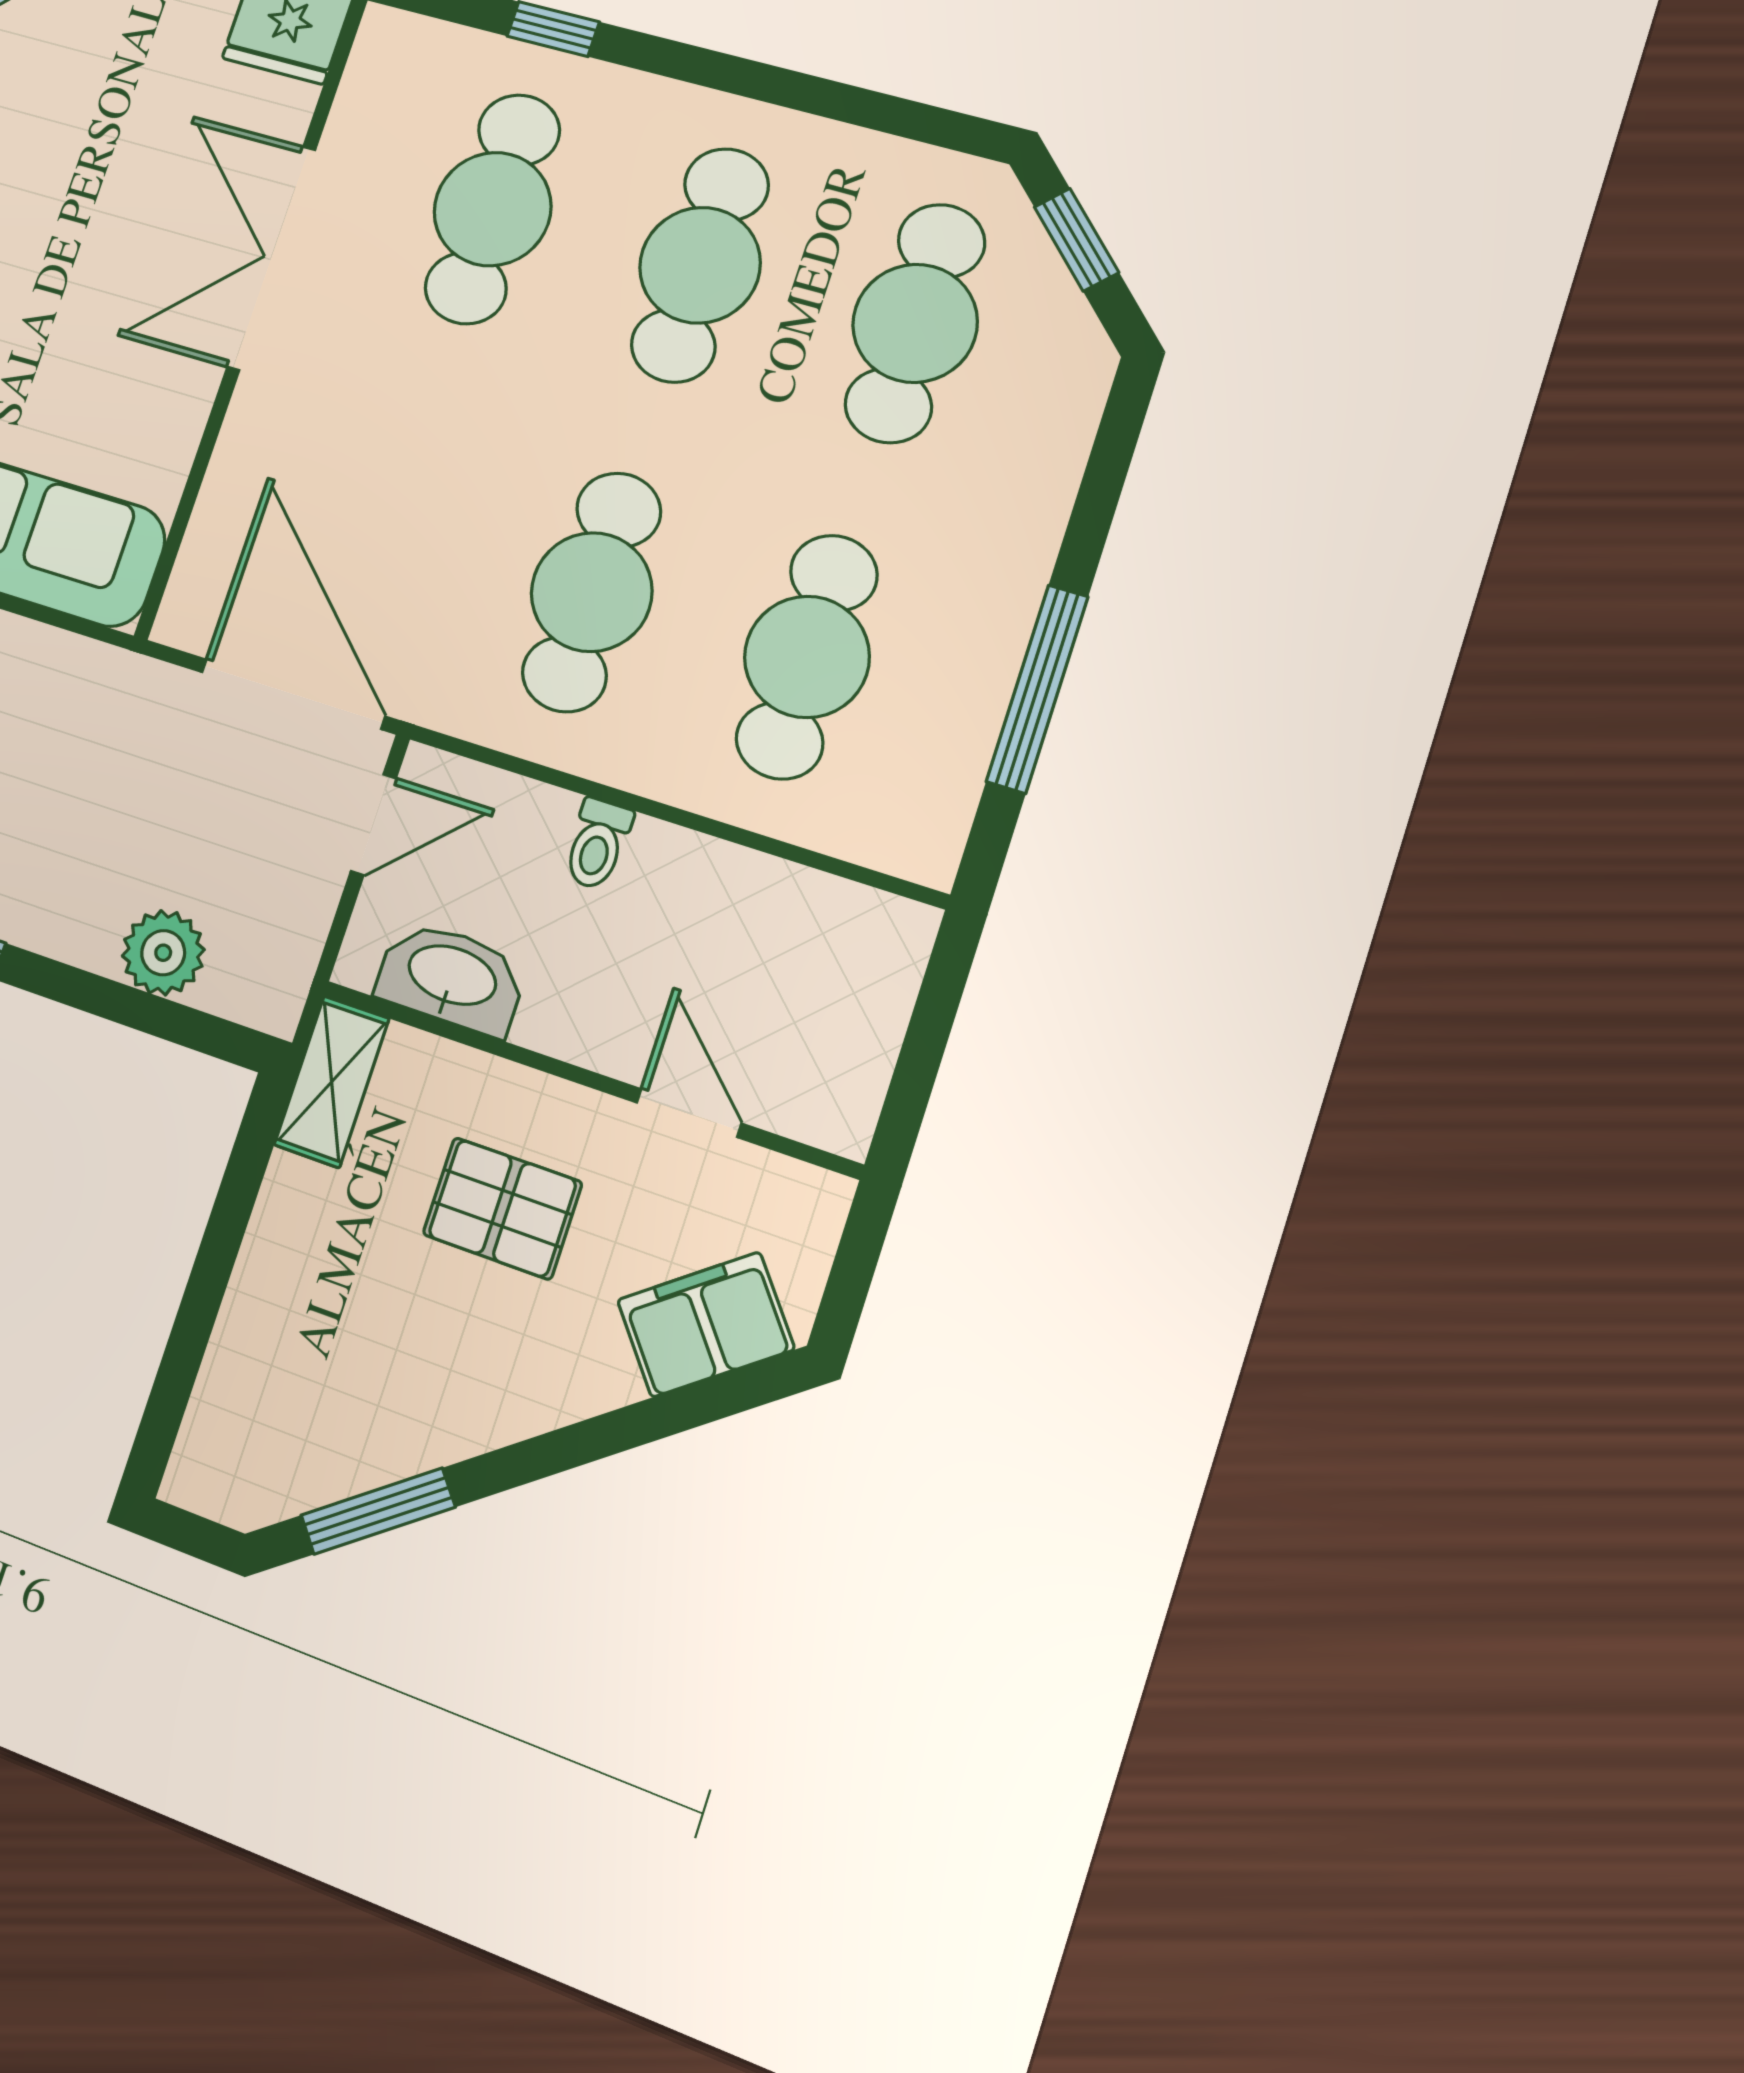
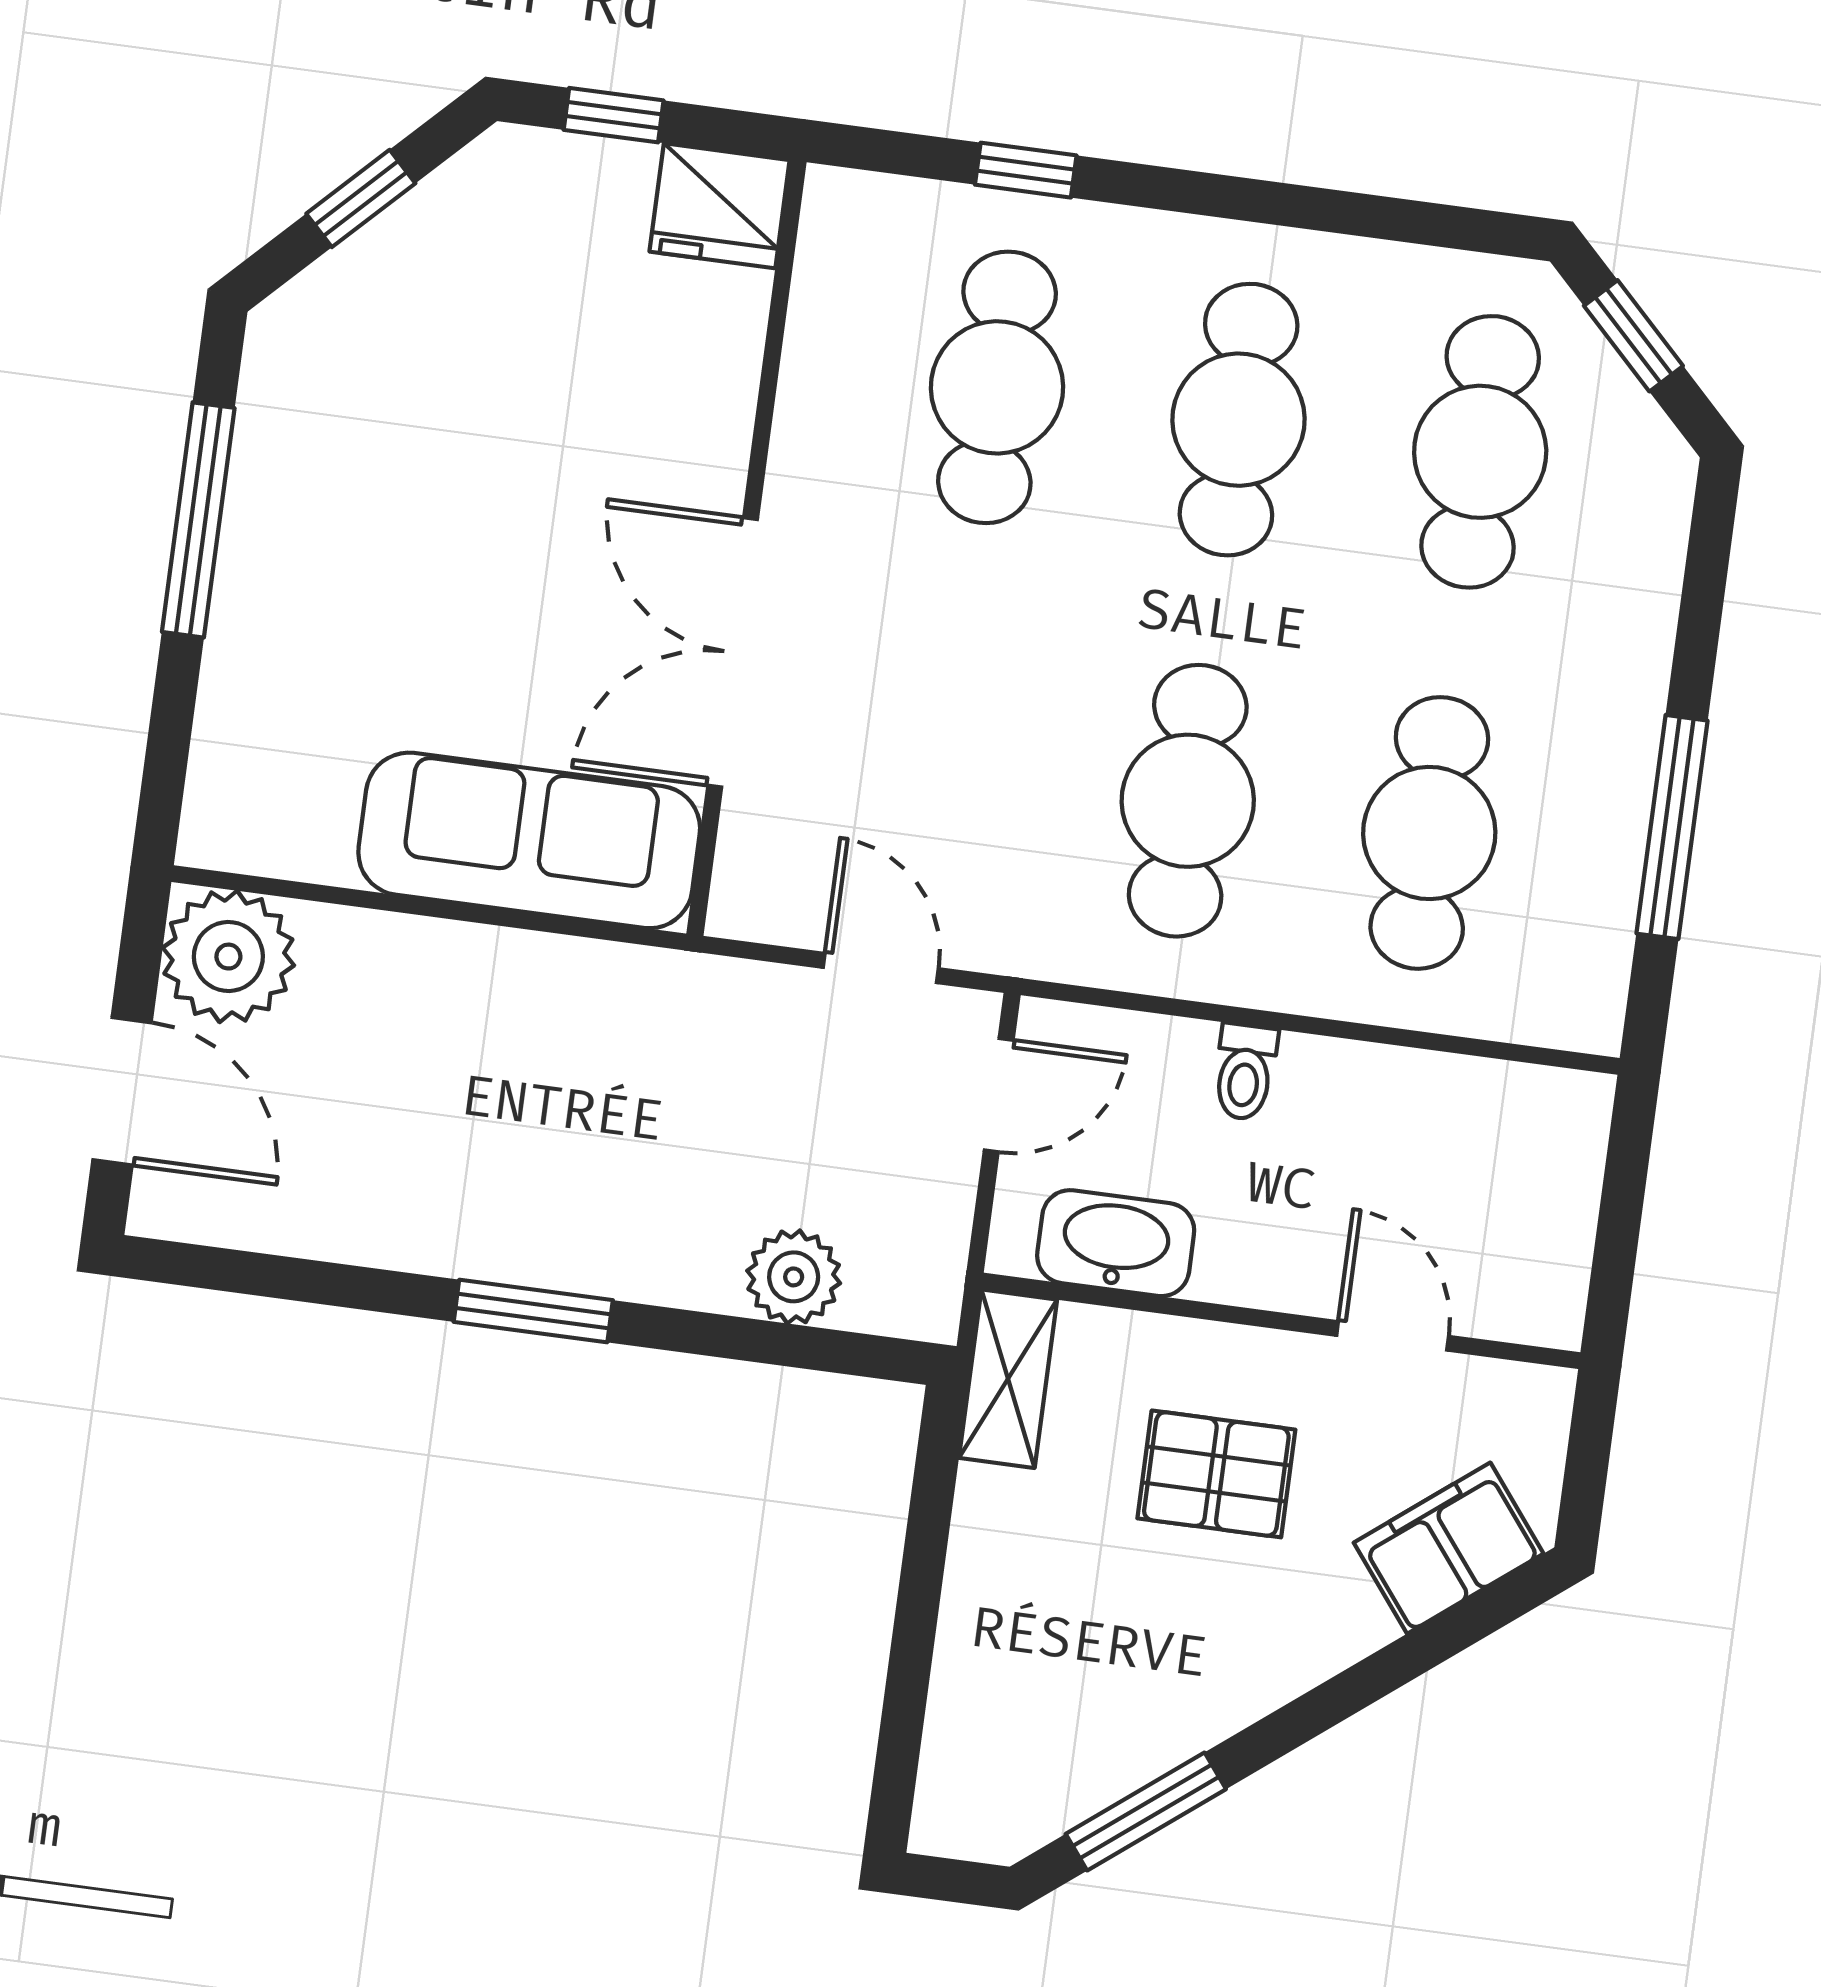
double door: (271, 258) -> (733, 652), moved
door: (293, 694) -> (881, 968), width x0.53

